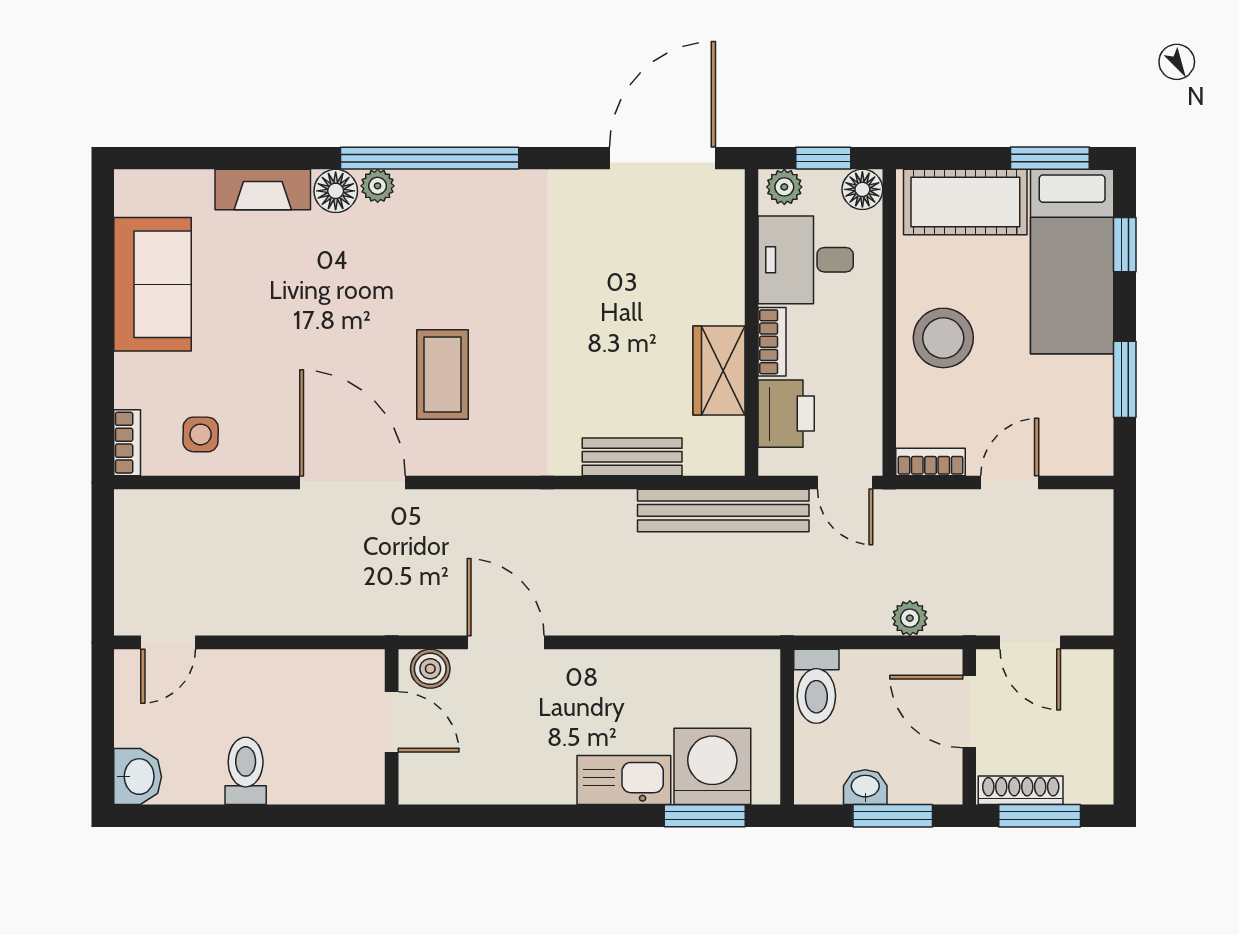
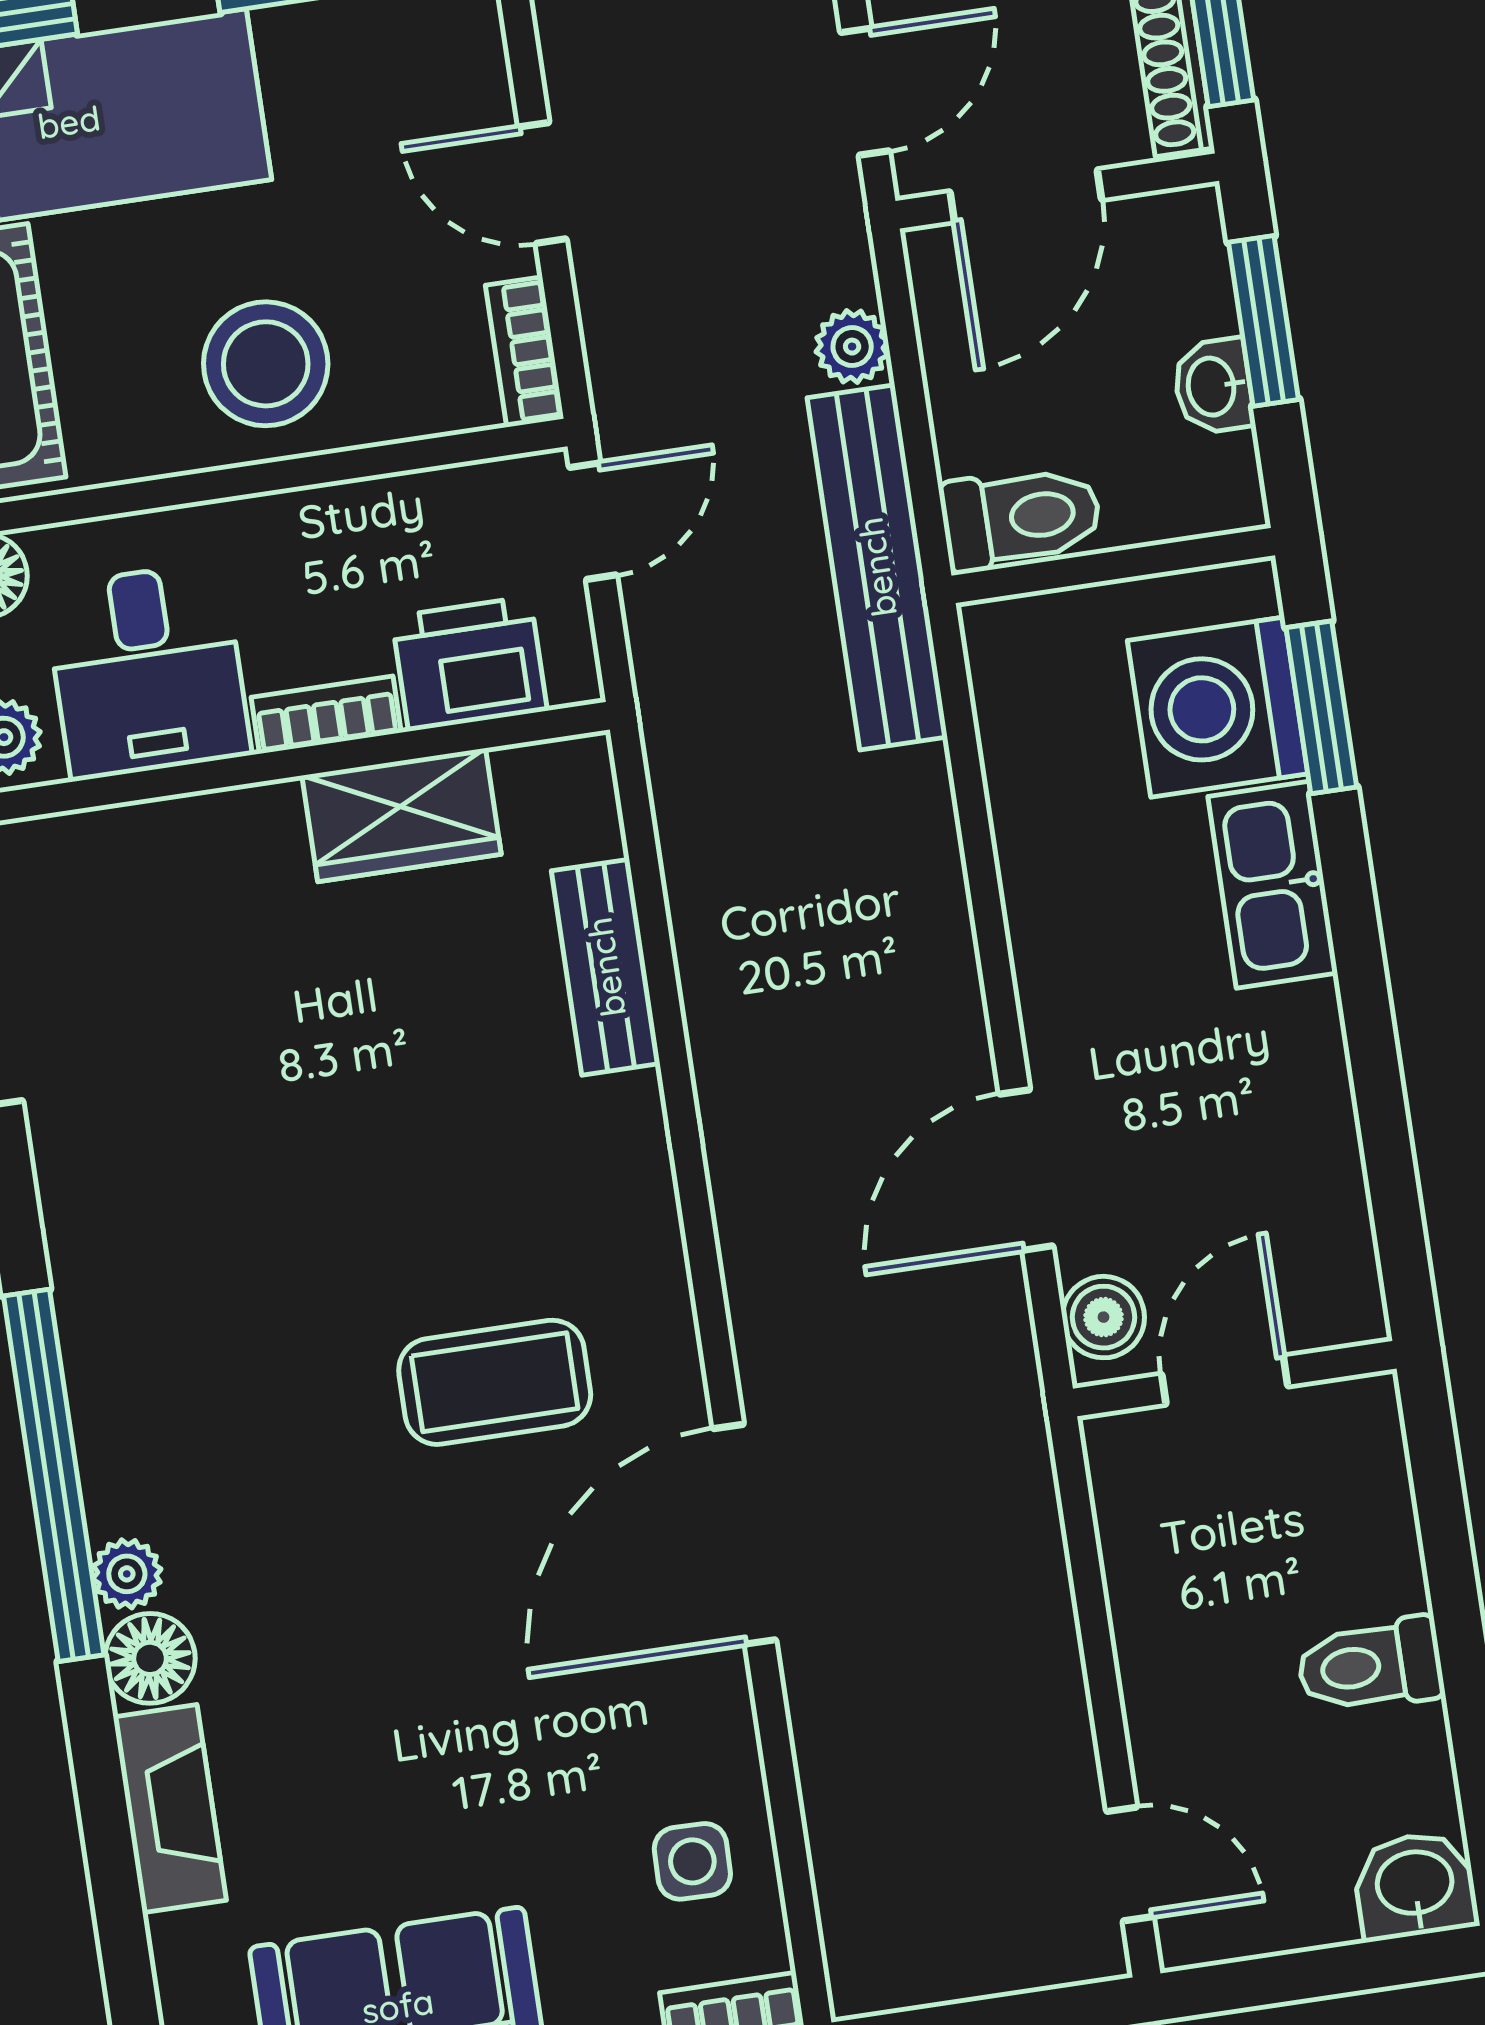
bench: (723, 510) -> (877, 567), moved

